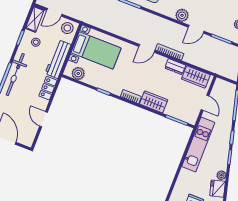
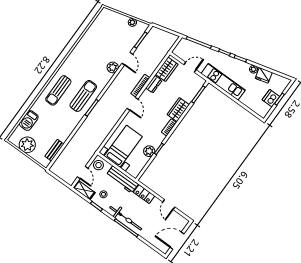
plant: (78, 73) -> (149, 151), moved
door: (44, 119) -> (169, 204), hinge flipped

